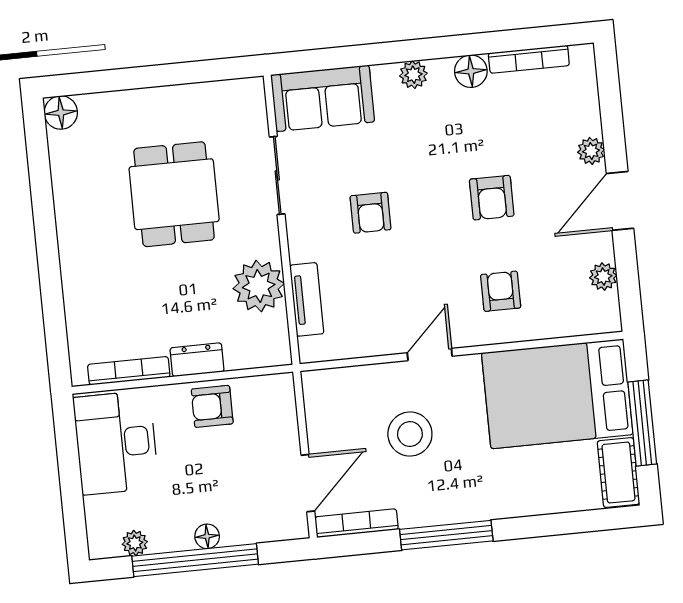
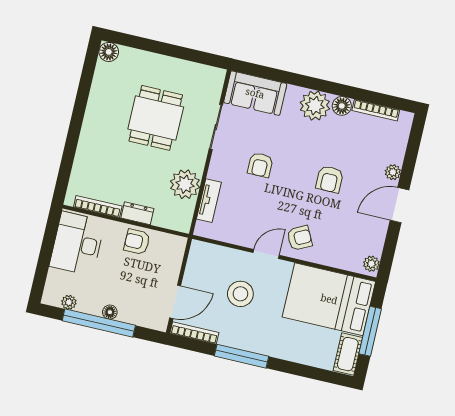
plant: (413, 75) -> (315, 106), width x1.88, depth x1.88
plant: (603, 277) -> (371, 264), moved
armchair: (501, 291) -> (300, 238), moved, turned 63

